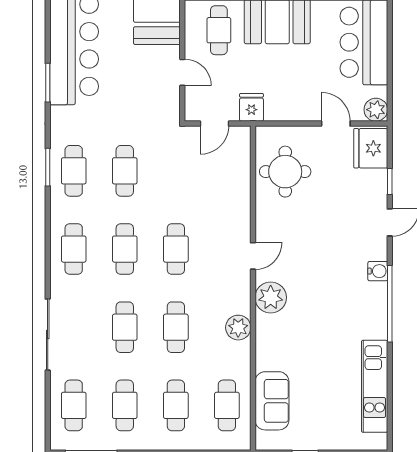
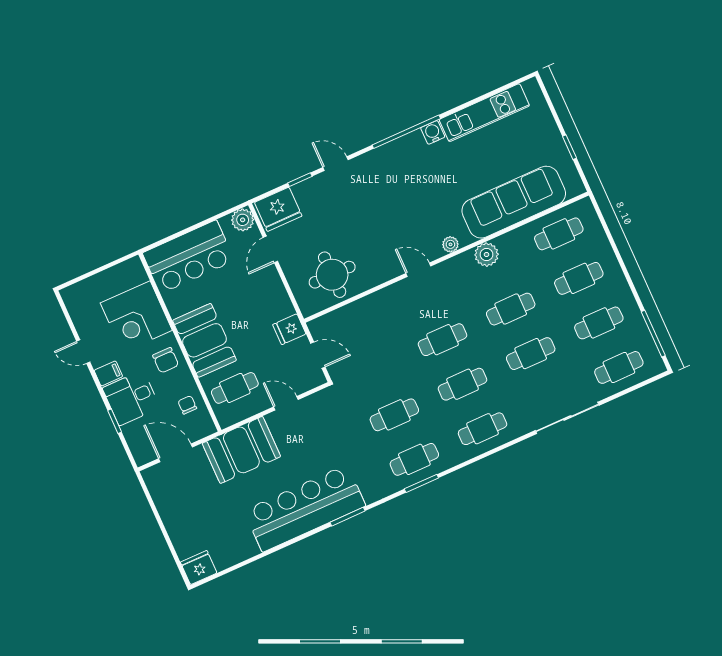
door: (182, 72) -> (286, 403), hinge flipped
water cooler: (378, 271) -> (433, 132), moved
plant: (271, 297) -> (450, 244), width x0.53, depth x0.53
sofa: (272, 401) -> (514, 202), width x1.85, depth x1.27

